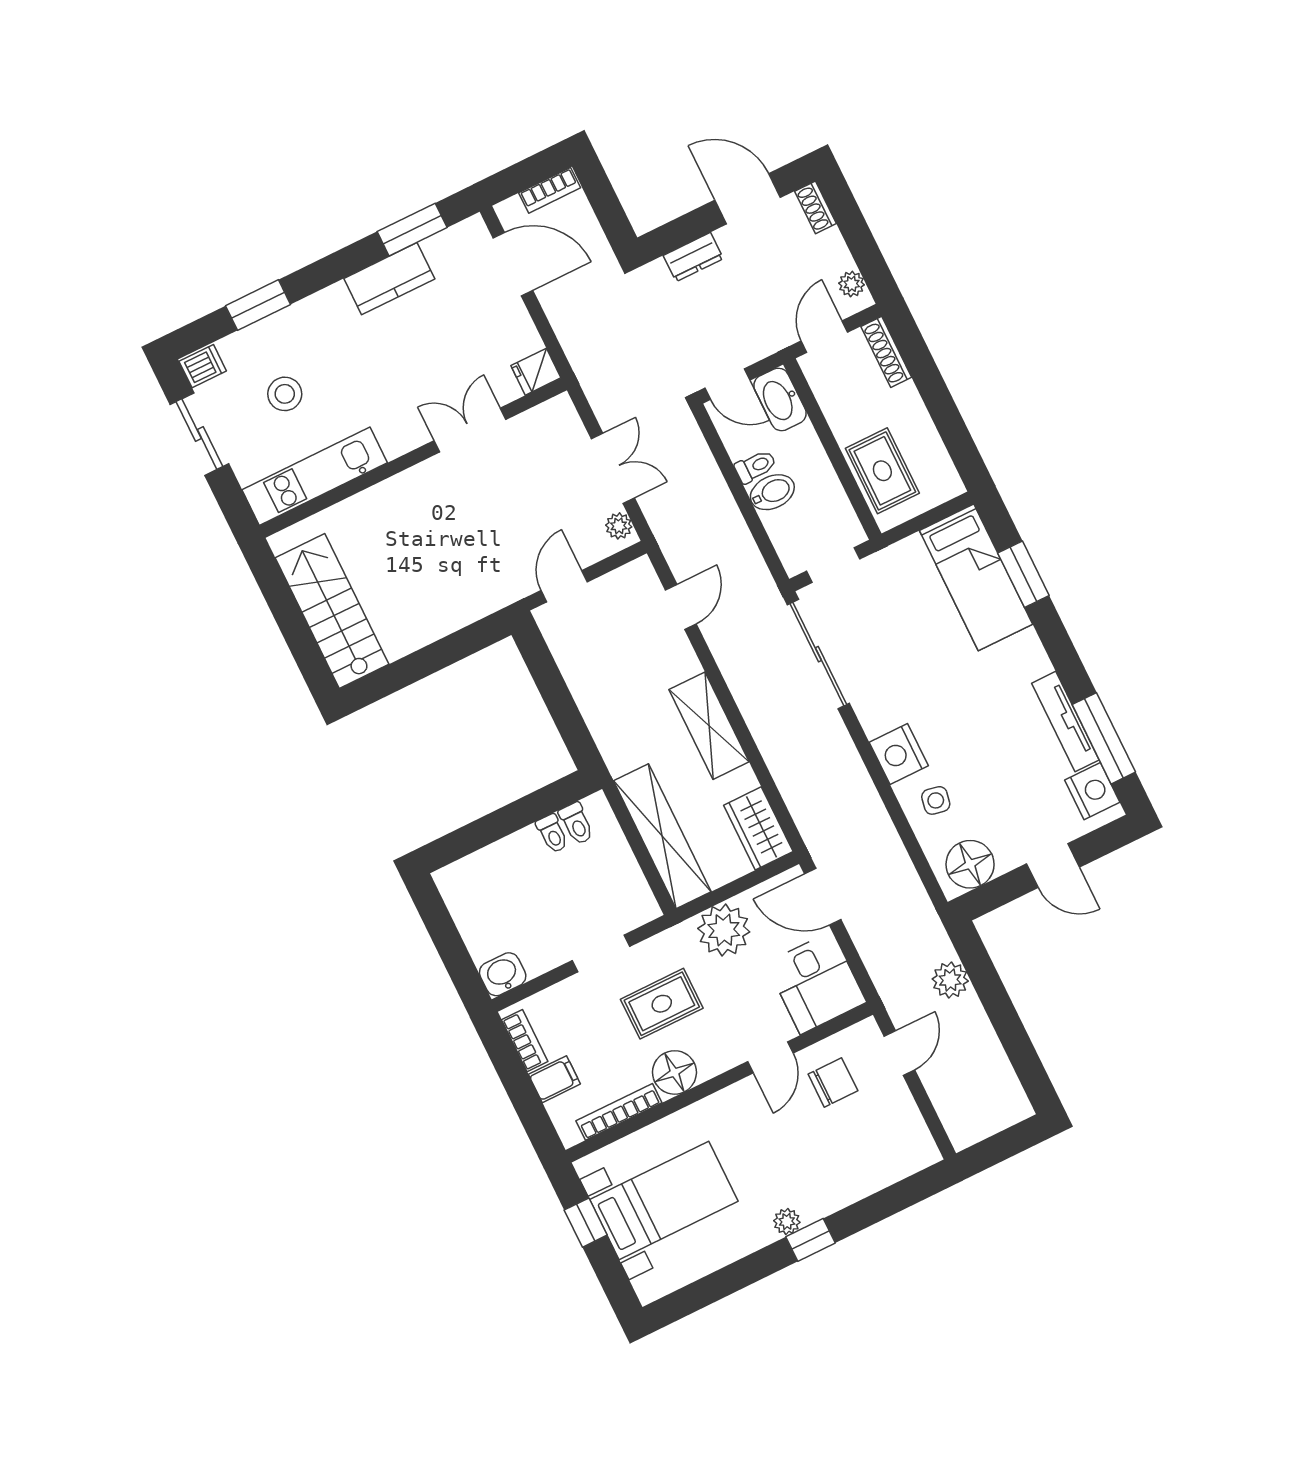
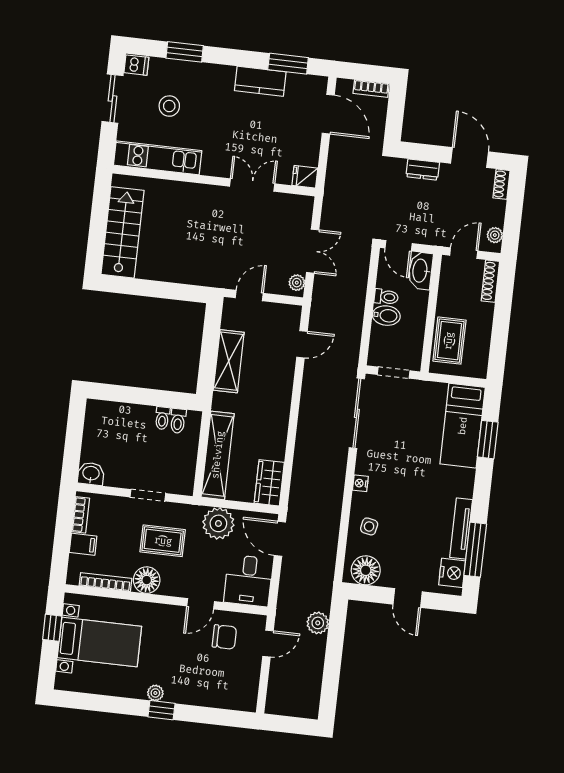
shelving: (709, 726) -> (229, 361), moved
nightstand: (899, 754) -> (360, 483), width x0.53, depth x0.56

